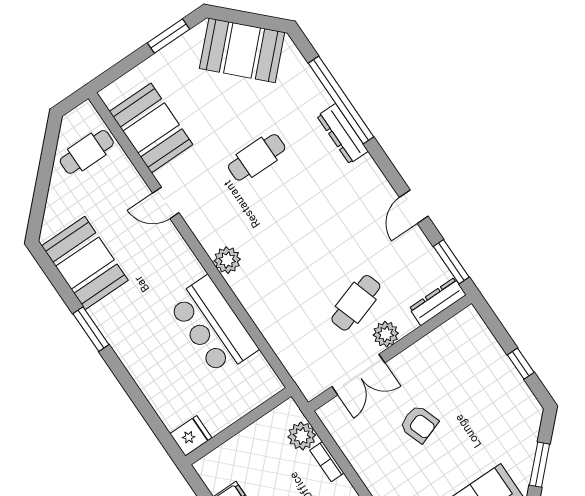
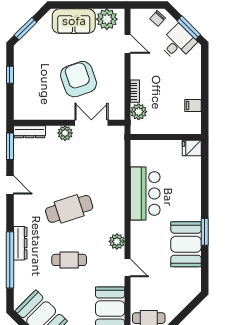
door: (414, 207) -> (10, 185), hinge flipped
plant: (227, 260) -> (117, 241), moved
booth: (85, 263) -> (186, 244), moved
cafe table: (356, 303) -> (69, 209), moved, width x1.37, depth x1.35
armchair: (419, 424) -> (78, 79), width x1.88, depth x1.88
window: (540, 465) -> (25, 29), moved

